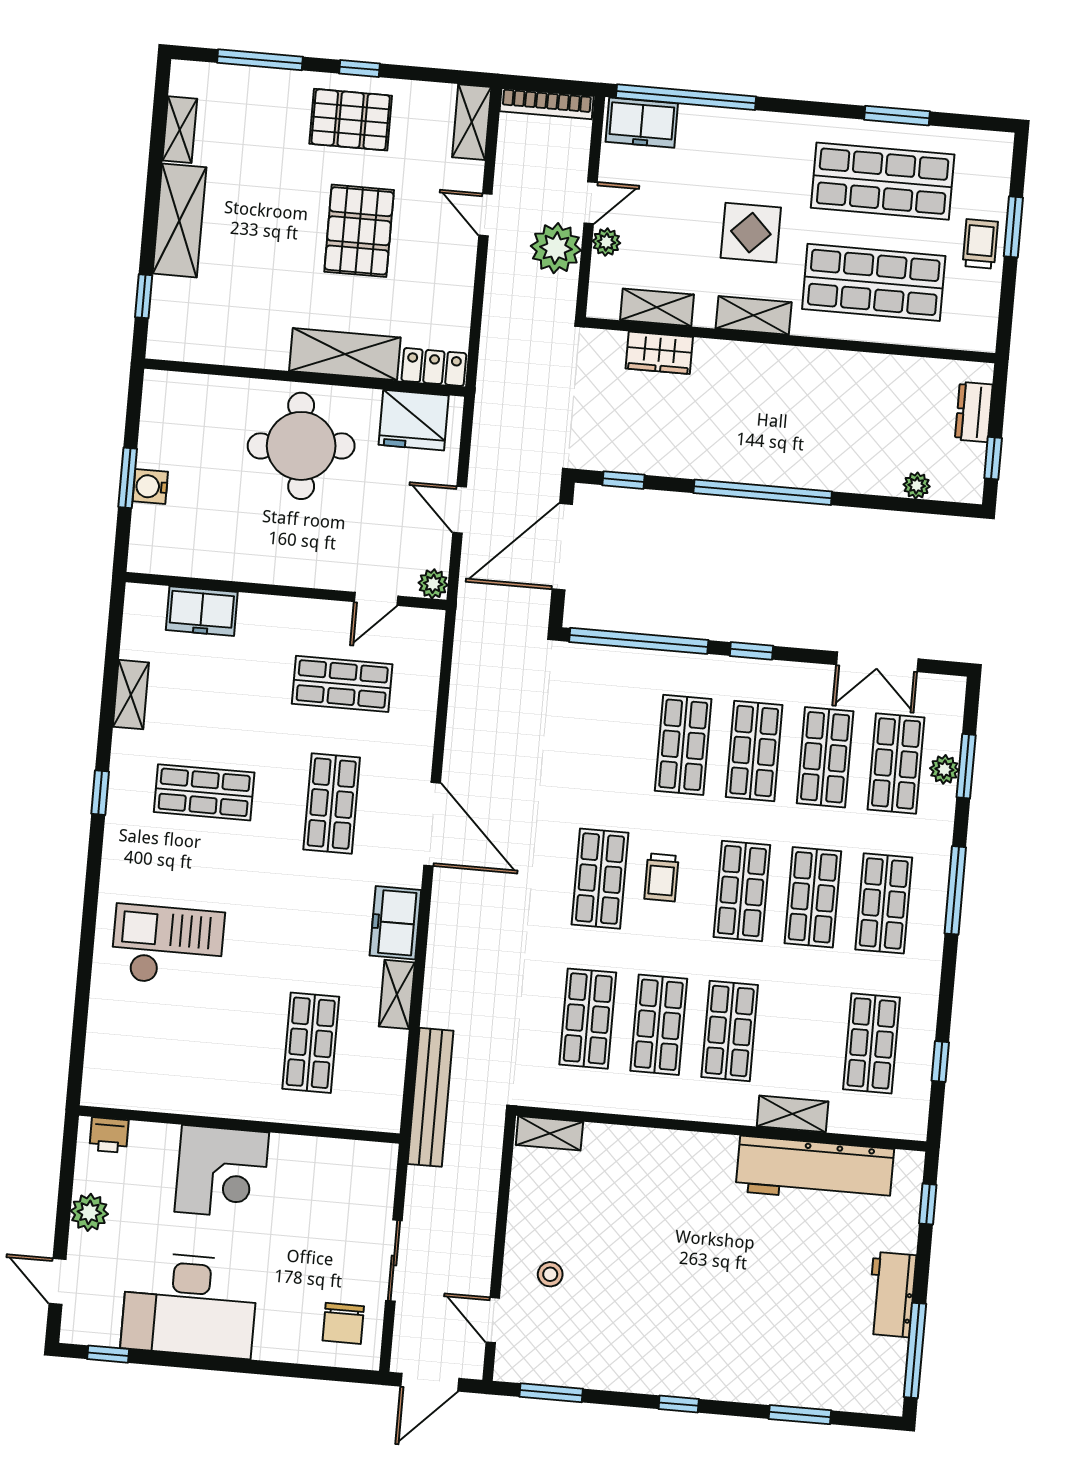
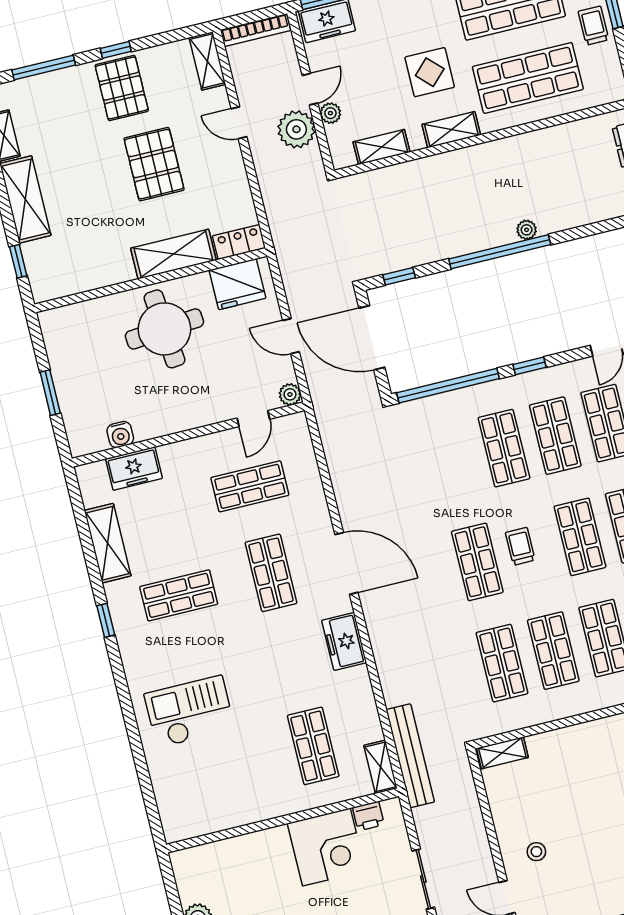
pallet: (351, 120) -> (122, 88), turned 90
wardrobe: (659, 353) -> (394, 178), removed
plant: (917, 485) -> (527, 230), moved
water cooler: (150, 487) -> (120, 435), moved, turned -90
door: (562, 547) -> (372, 338), hinge flipped
shelving: (131, 695) -> (108, 543), width x1.50, depth x1.33
trolley: (661, 877) -> (520, 546), turned 180
shelving: (397, 994) -> (381, 767), moved
printer: (109, 1135) -> (368, 816), moved
corner desk: (222, 1172) -> (326, 847), moved

